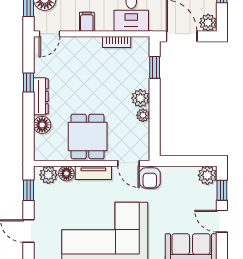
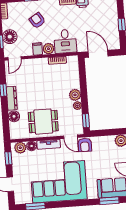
plant: (208, 23) -> (48, 49), moved
window: (155, 67) -> (86, 121), moved
dining table: (88, 136) -> (43, 122), turned 90

